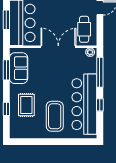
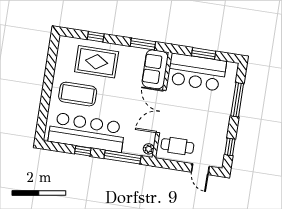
double door: (58, 47) -> (161, 112), swing flipped
sofa: (19, 68) -> (155, 69), moved, turned 90
rug: (26, 105) -> (97, 62), width x1.36, depth x1.43

